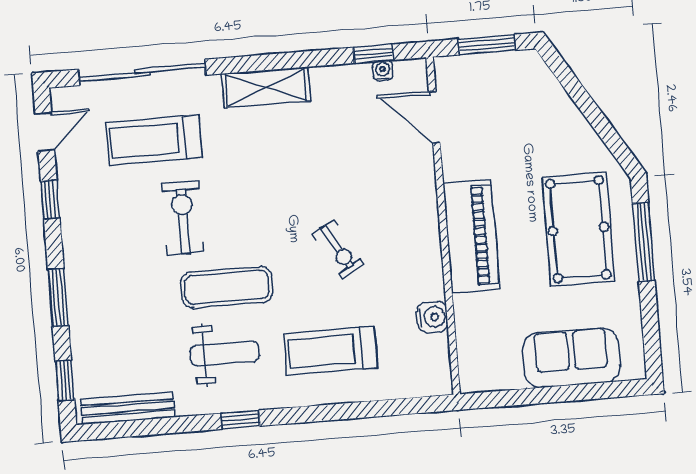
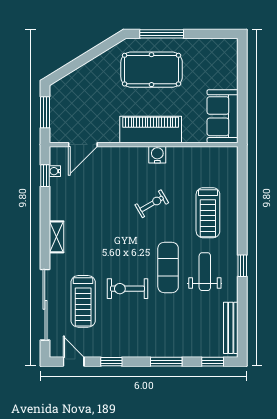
shelving: (266, 87) -> (56, 237), width x0.67, depth x0.75
water cooler: (432, 317) -> (157, 155), moved
sofa: (571, 358) -> (223, 116), moved

